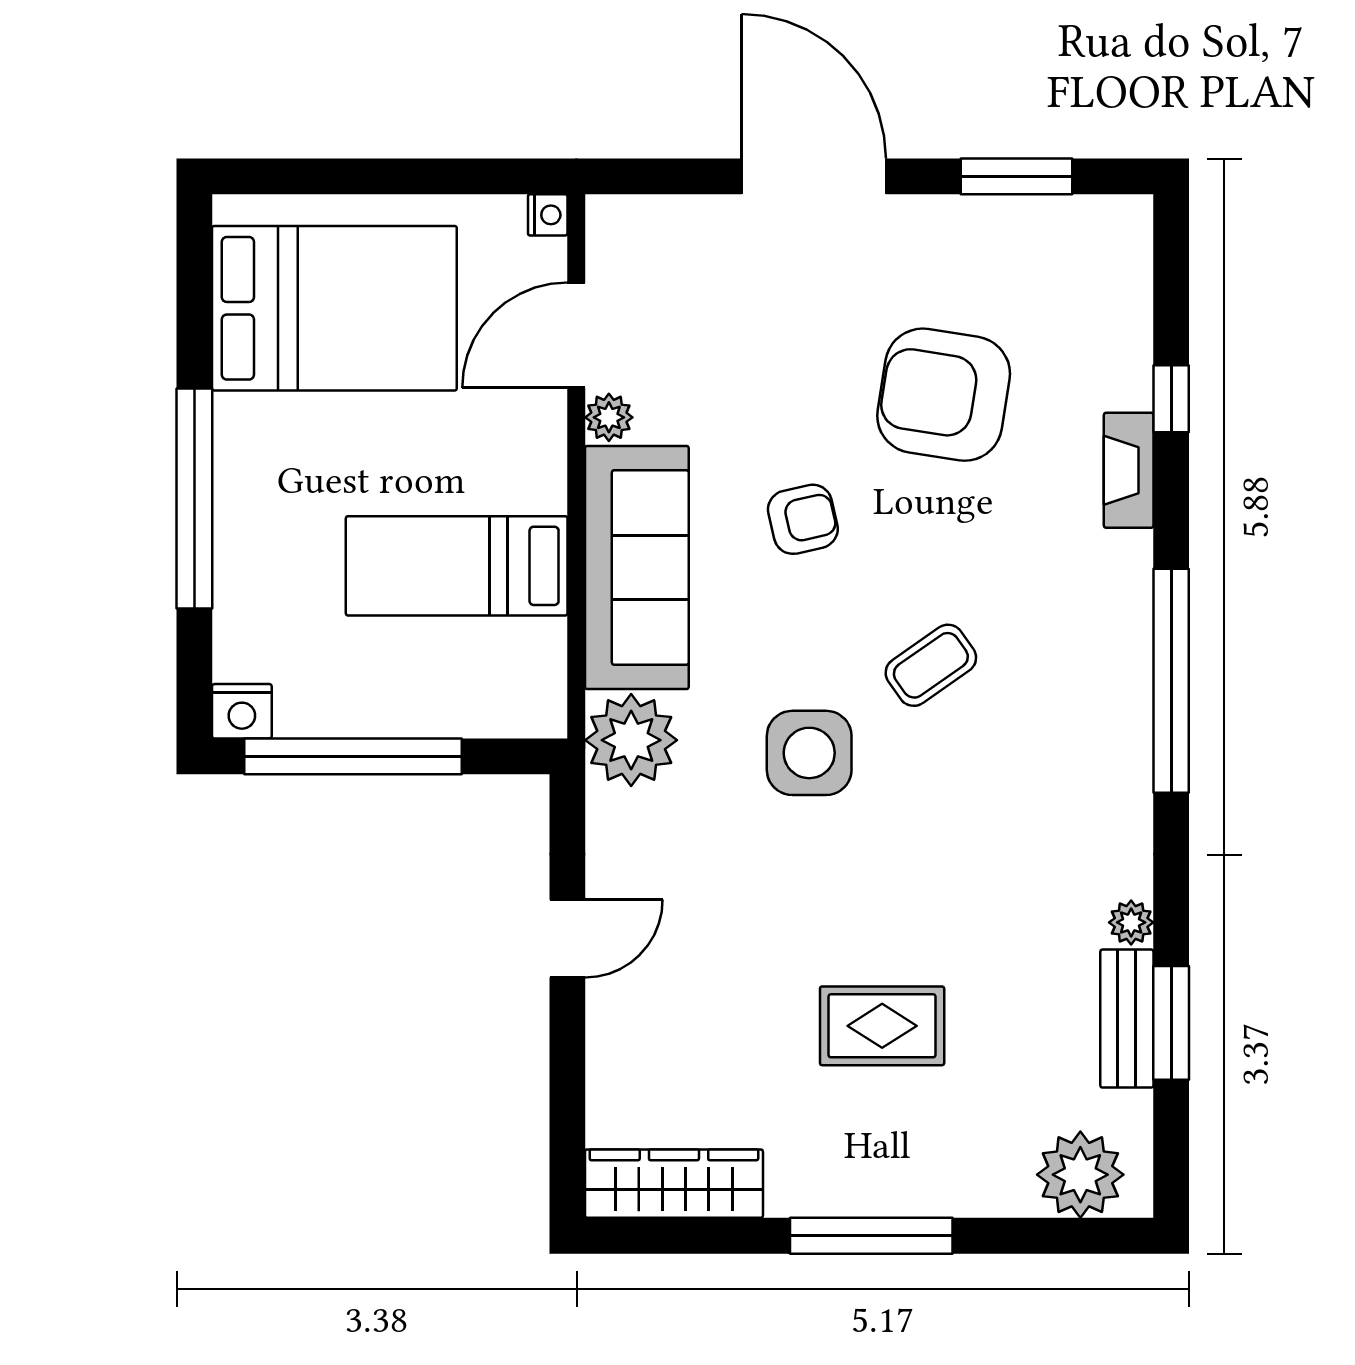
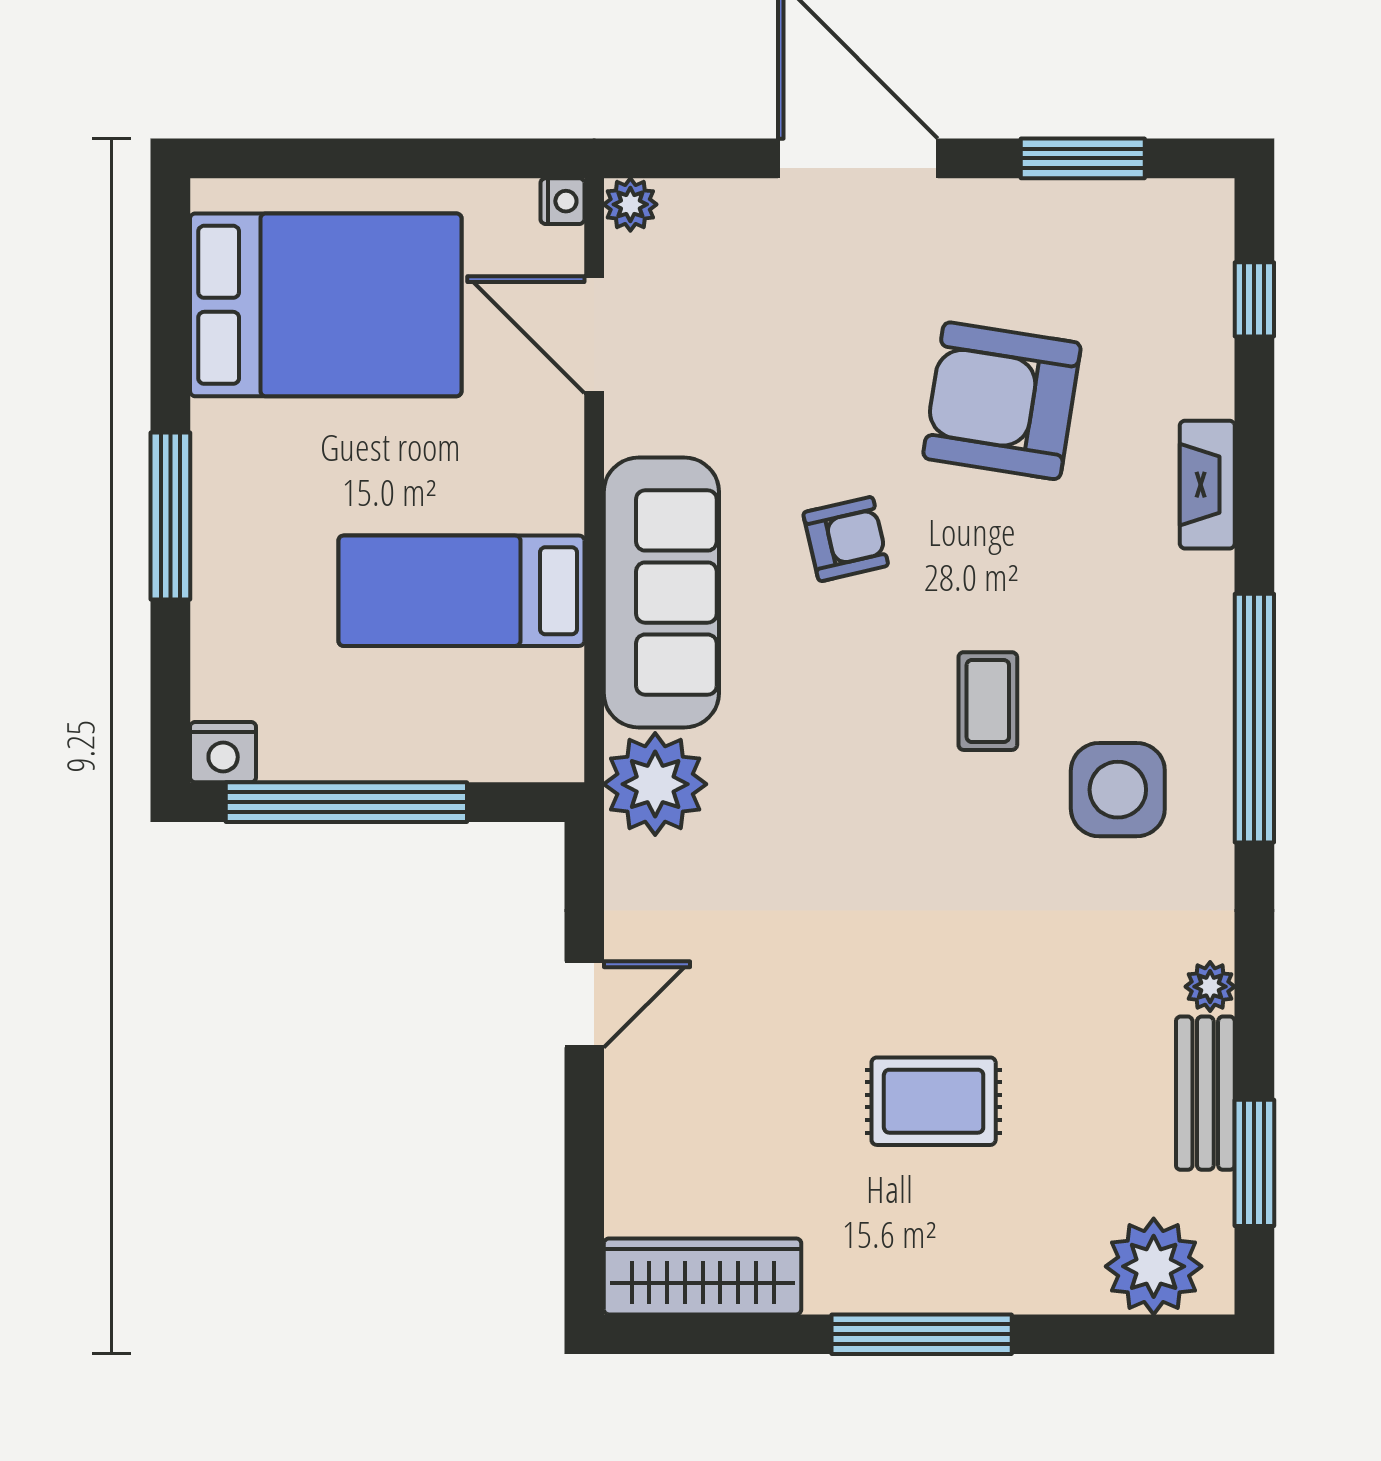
door: (576, 335) -> (594, 335), hinge flipped
window: (1171, 399) -> (1254, 299), moved
plant: (609, 417) -> (630, 204), moved
window: (194, 498) -> (170, 516), width x0.68
coffee table: (931, 665) -> (988, 701), turned -55
side table: (809, 753) -> (1118, 790), moved
window: (1171, 1023) -> (1254, 1163), moved

